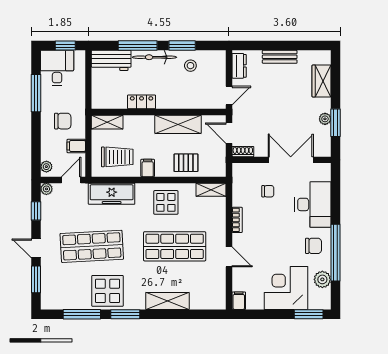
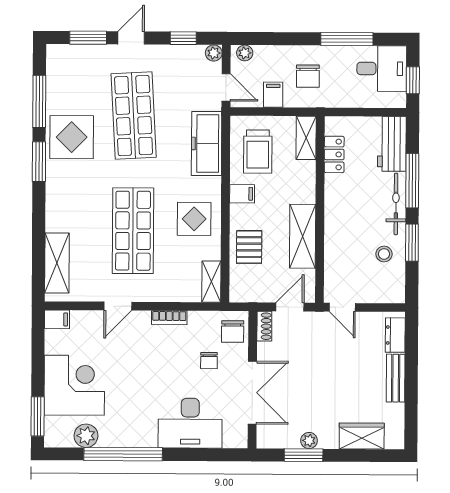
dresser: (239, 66) -> (395, 335), moved, turned 90
locker: (142, 102) -> (334, 154), moved
chair: (313, 246) -> (233, 332), moved
shelving: (167, 301) -> (57, 263), moved

